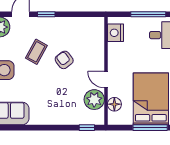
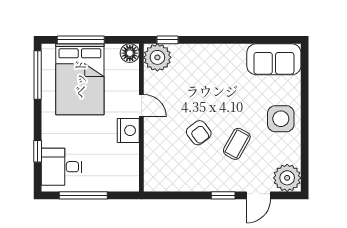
nightstand: (115, 33) -> (128, 130), moved
plant: (94, 100) -> (157, 57), moved
floor lamp: (114, 104) -> (130, 53), moved

